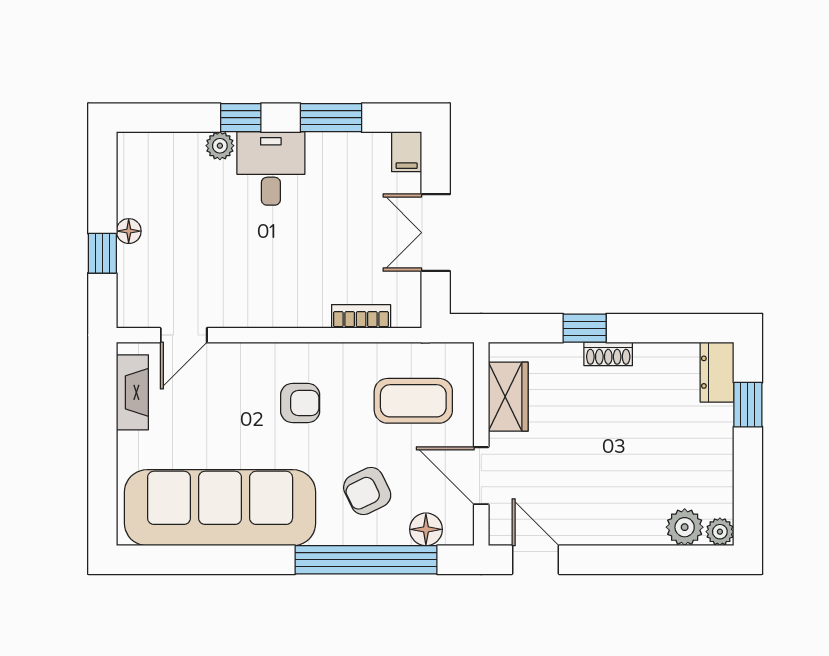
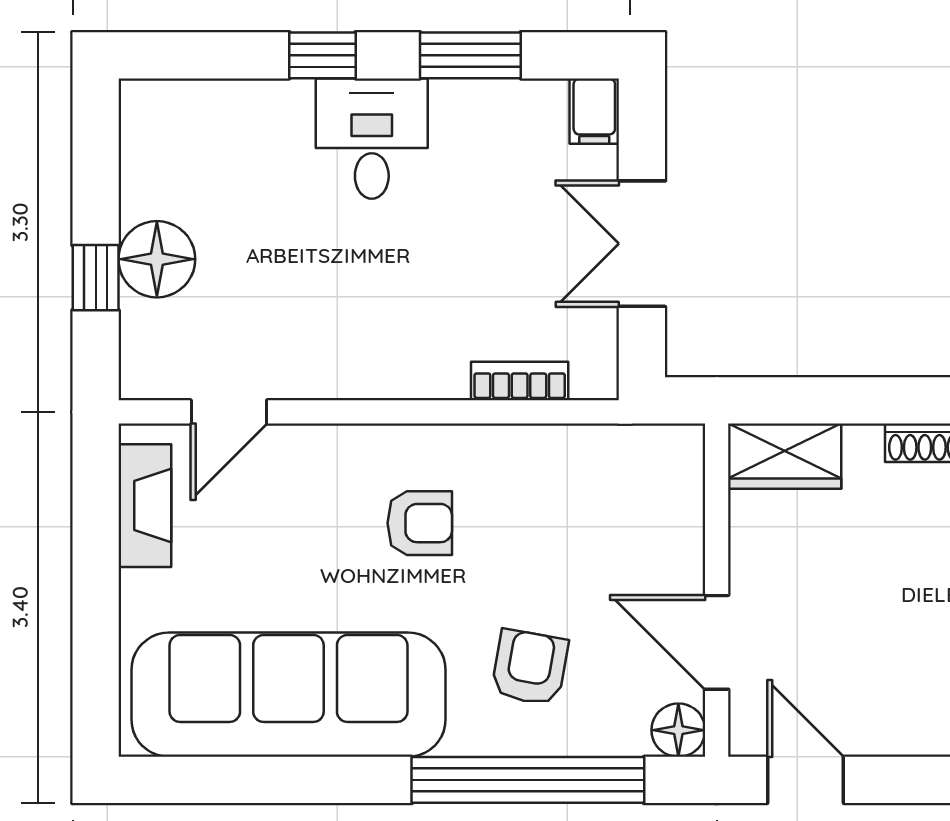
plant: (220, 146) -> (288, 101), removed
floor lamp: (129, 231) -> (157, 259), width x1.89, depth x1.89
window: (585, 328) -> (886, 400), removed
wardrobe: (508, 397) -> (785, 456), moved, turned 90
coffee table: (413, 401) -> (605, 519), removed
armchair: (367, 491) -> (530, 667), turned 126
floor lamp: (426, 529) -> (678, 730), moved

